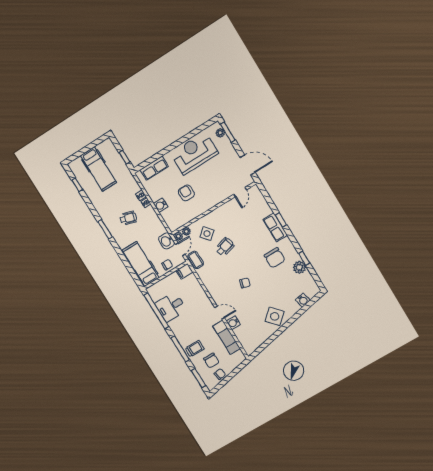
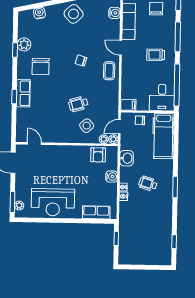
hospital bed: (98, 169) -> (146, 243), removed
door: (240, 192) -> (34, 143), hinge flipped
armchair: (186, 193) -> (98, 155), moved
washbasin: (167, 241) -> (127, 158), moved
chair: (275, 258) -> (41, 67), turned 180
coffee table: (196, 260) -> (109, 71), moved
desk: (171, 307) -> (162, 98), moved, turned 90
water cooler: (233, 323) -> (114, 13), moved
trolley: (195, 349) -> (156, 55), moved

